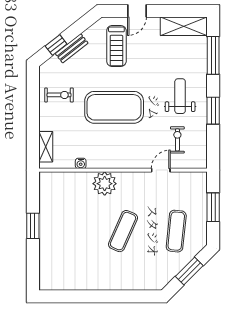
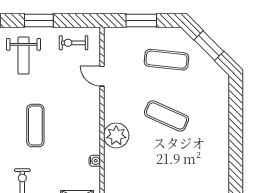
weight bench: (180, 96) -> (24, 56), turned -90
exercise mat: (114, 107) -> (35, 125), width x0.50, depth x0.69
exercise bike: (177, 140) -> (73, 43), moved

